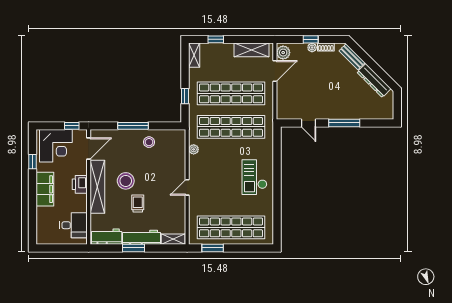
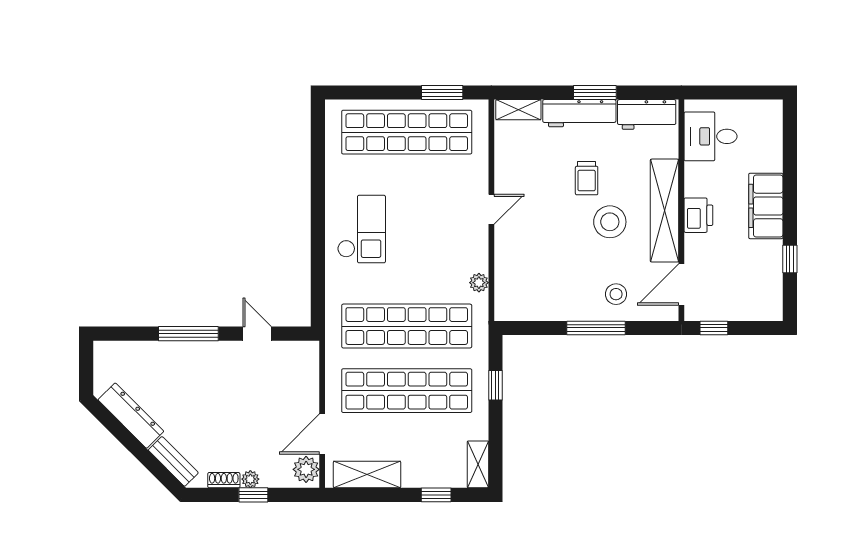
stool: (149, 142) -> (616, 294), moved
corner desk: (56, 146) -> (745, 290), removed

